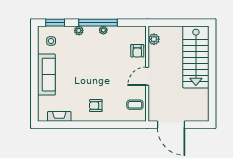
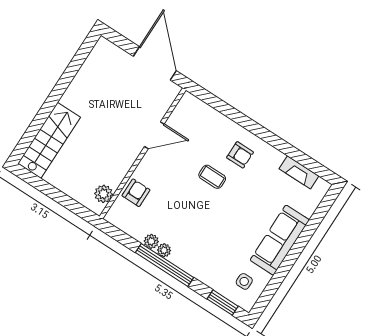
plant: (79, 31) -> (151, 241), moved
stairs: (196, 57) -> (49, 140), width x0.73, depth x0.66
door: (147, 76) -> (154, 135), moved
coffee table: (135, 105) -> (212, 177), moved

